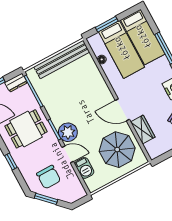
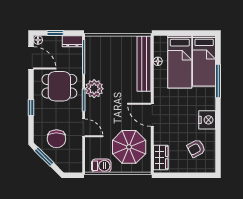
window: (107, 24) -> (179, 33), removed
bench: (62, 59) -> (144, 64), moved, turned 90
wardrobe: (143, 130) -> (161, 158), moved
plant: (68, 132) -> (94, 89), moved
barbecue: (84, 168) -> (101, 166), moved, turned -90

